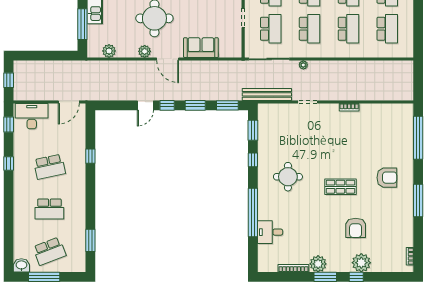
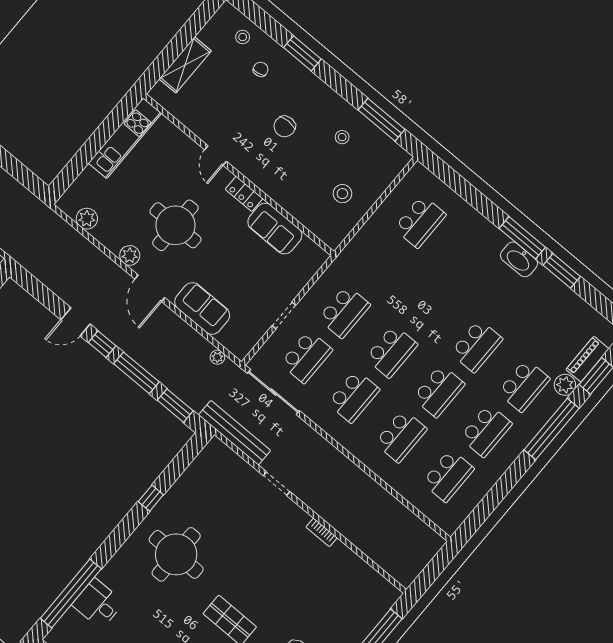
window: (82, 24) -> (82, 159), removed
plant: (303, 65) -> (217, 357), moved
window: (195, 105) -> (136, 373), width x1.44
window: (253, 130) -> (181, 462), removed
round table: (288, 177) -> (176, 554), width x1.36, depth x1.36
window: (253, 213) -> (71, 593), moved

